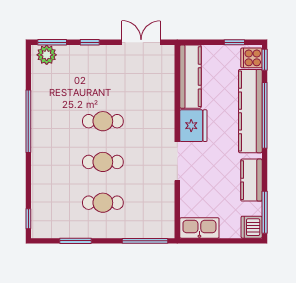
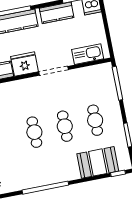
booth: (48, 195) -> (98, 162), added
kitchen sink: (199, 228) -> (88, 54), moved, turned 90

